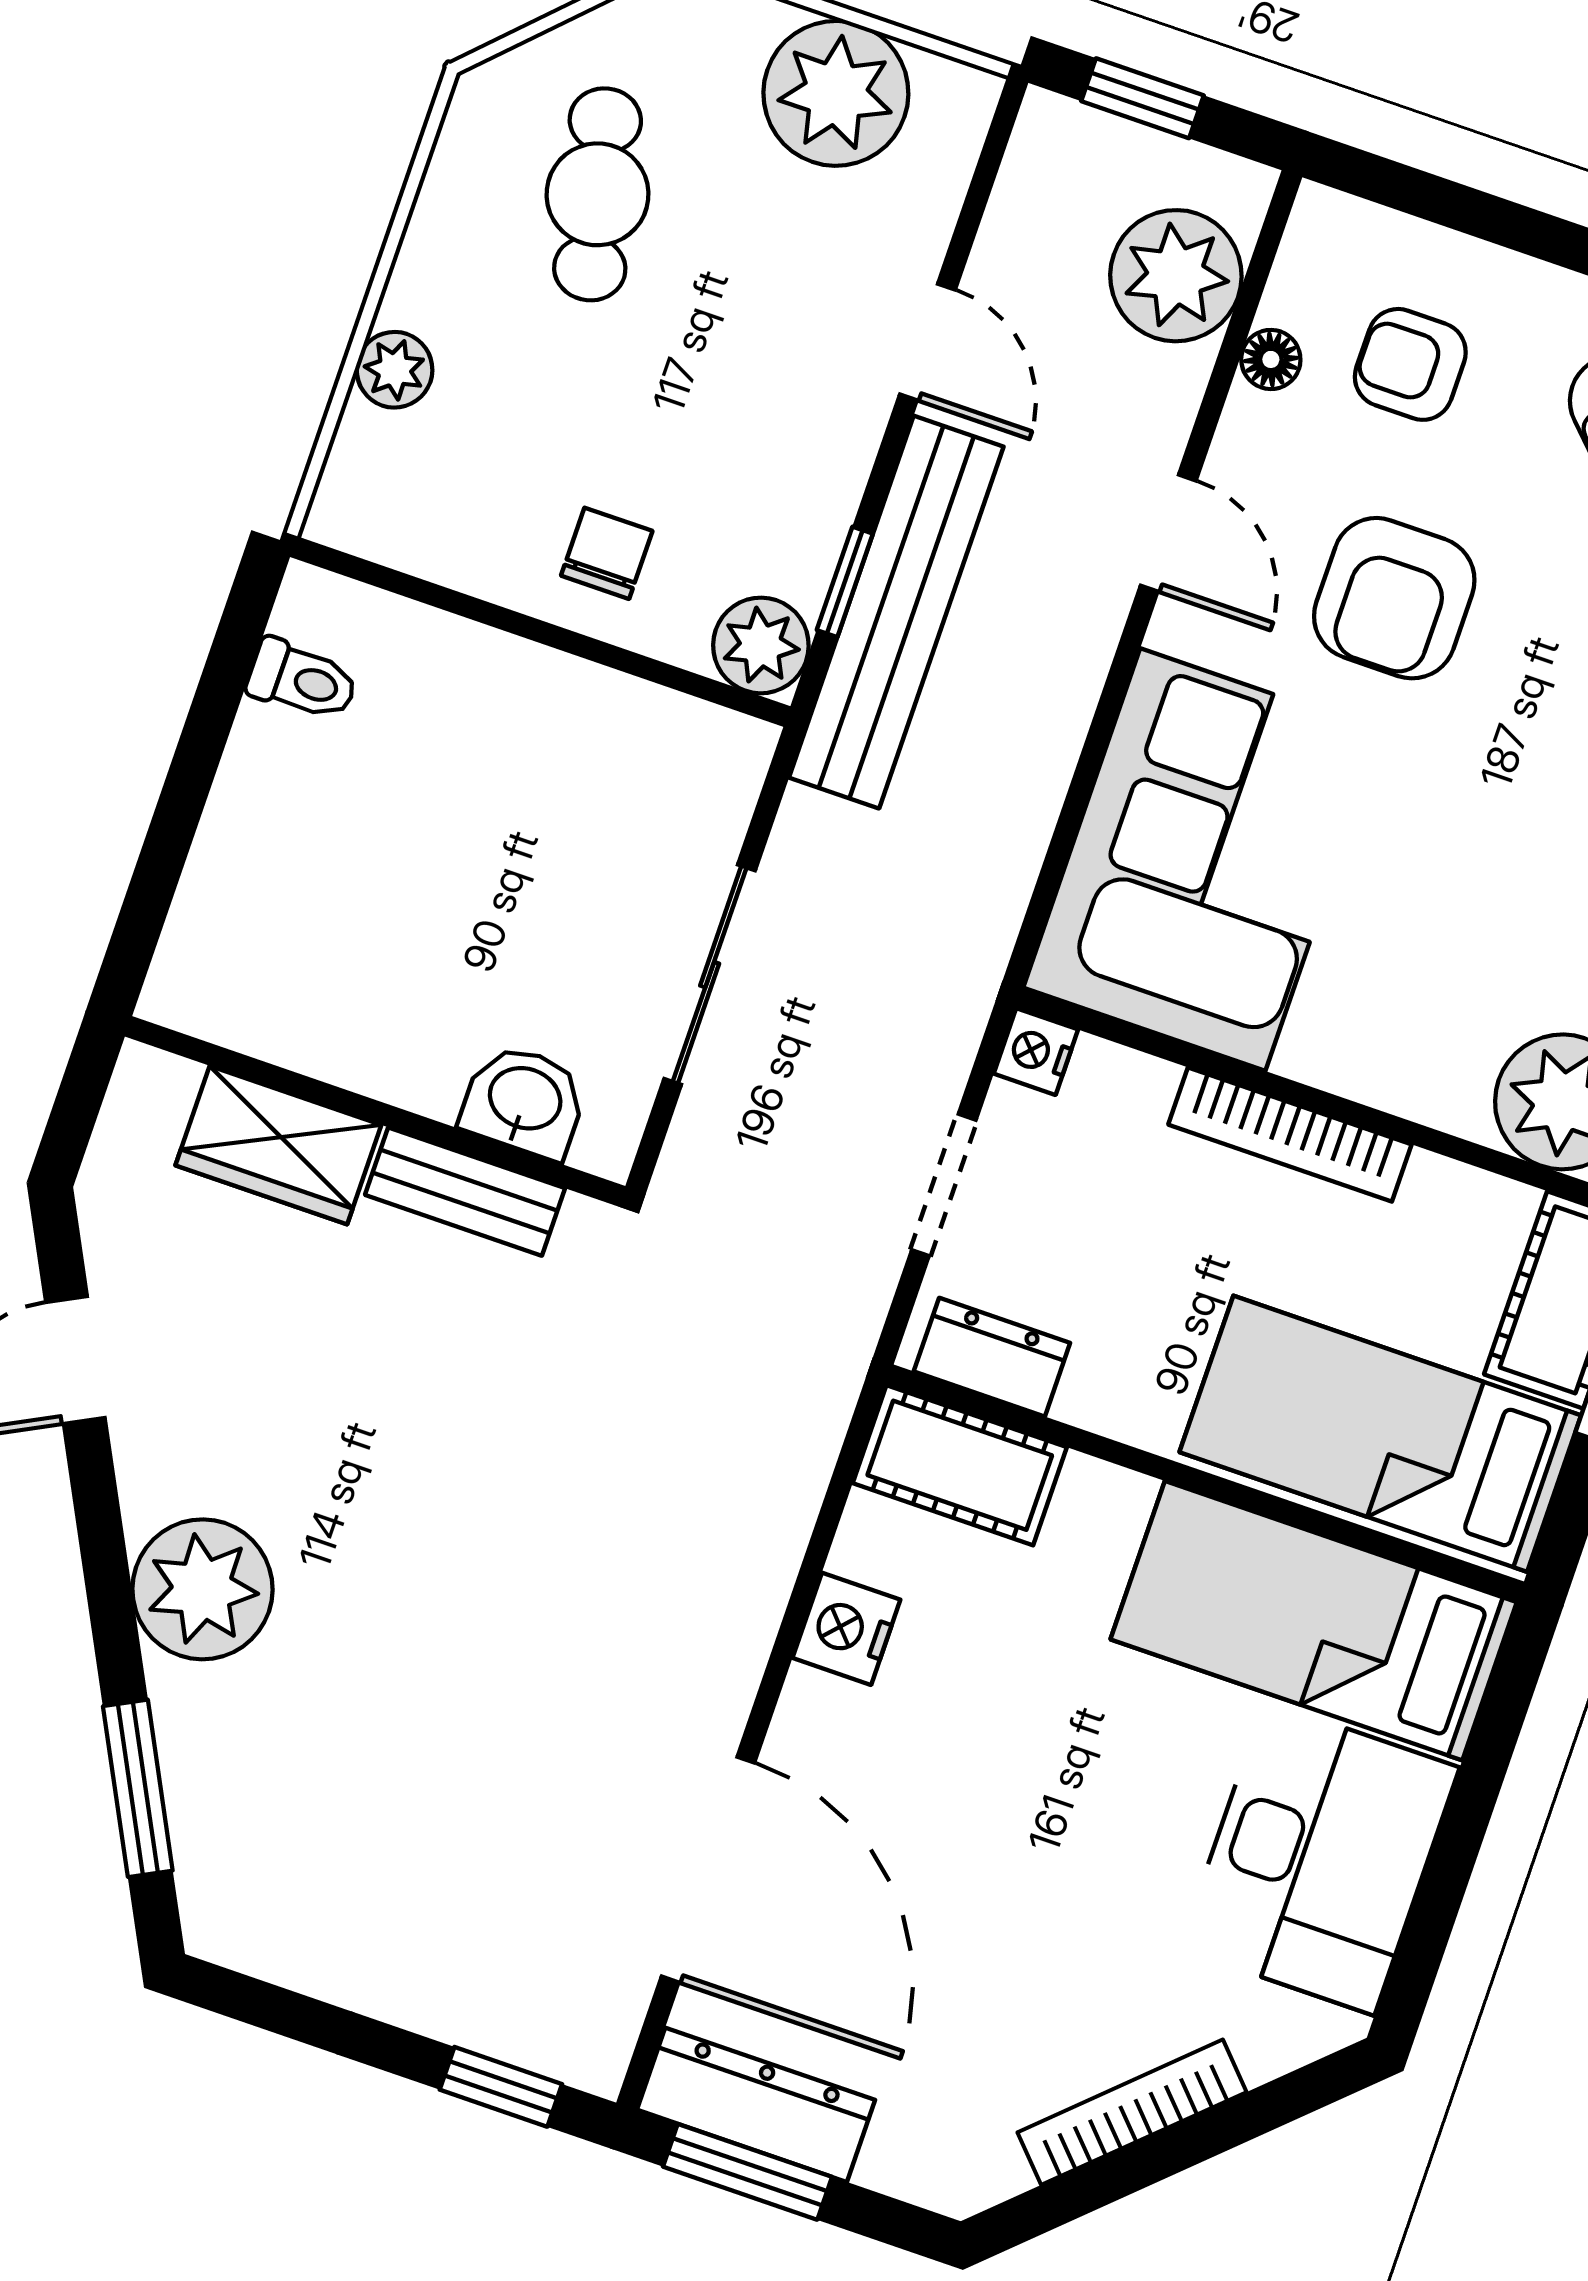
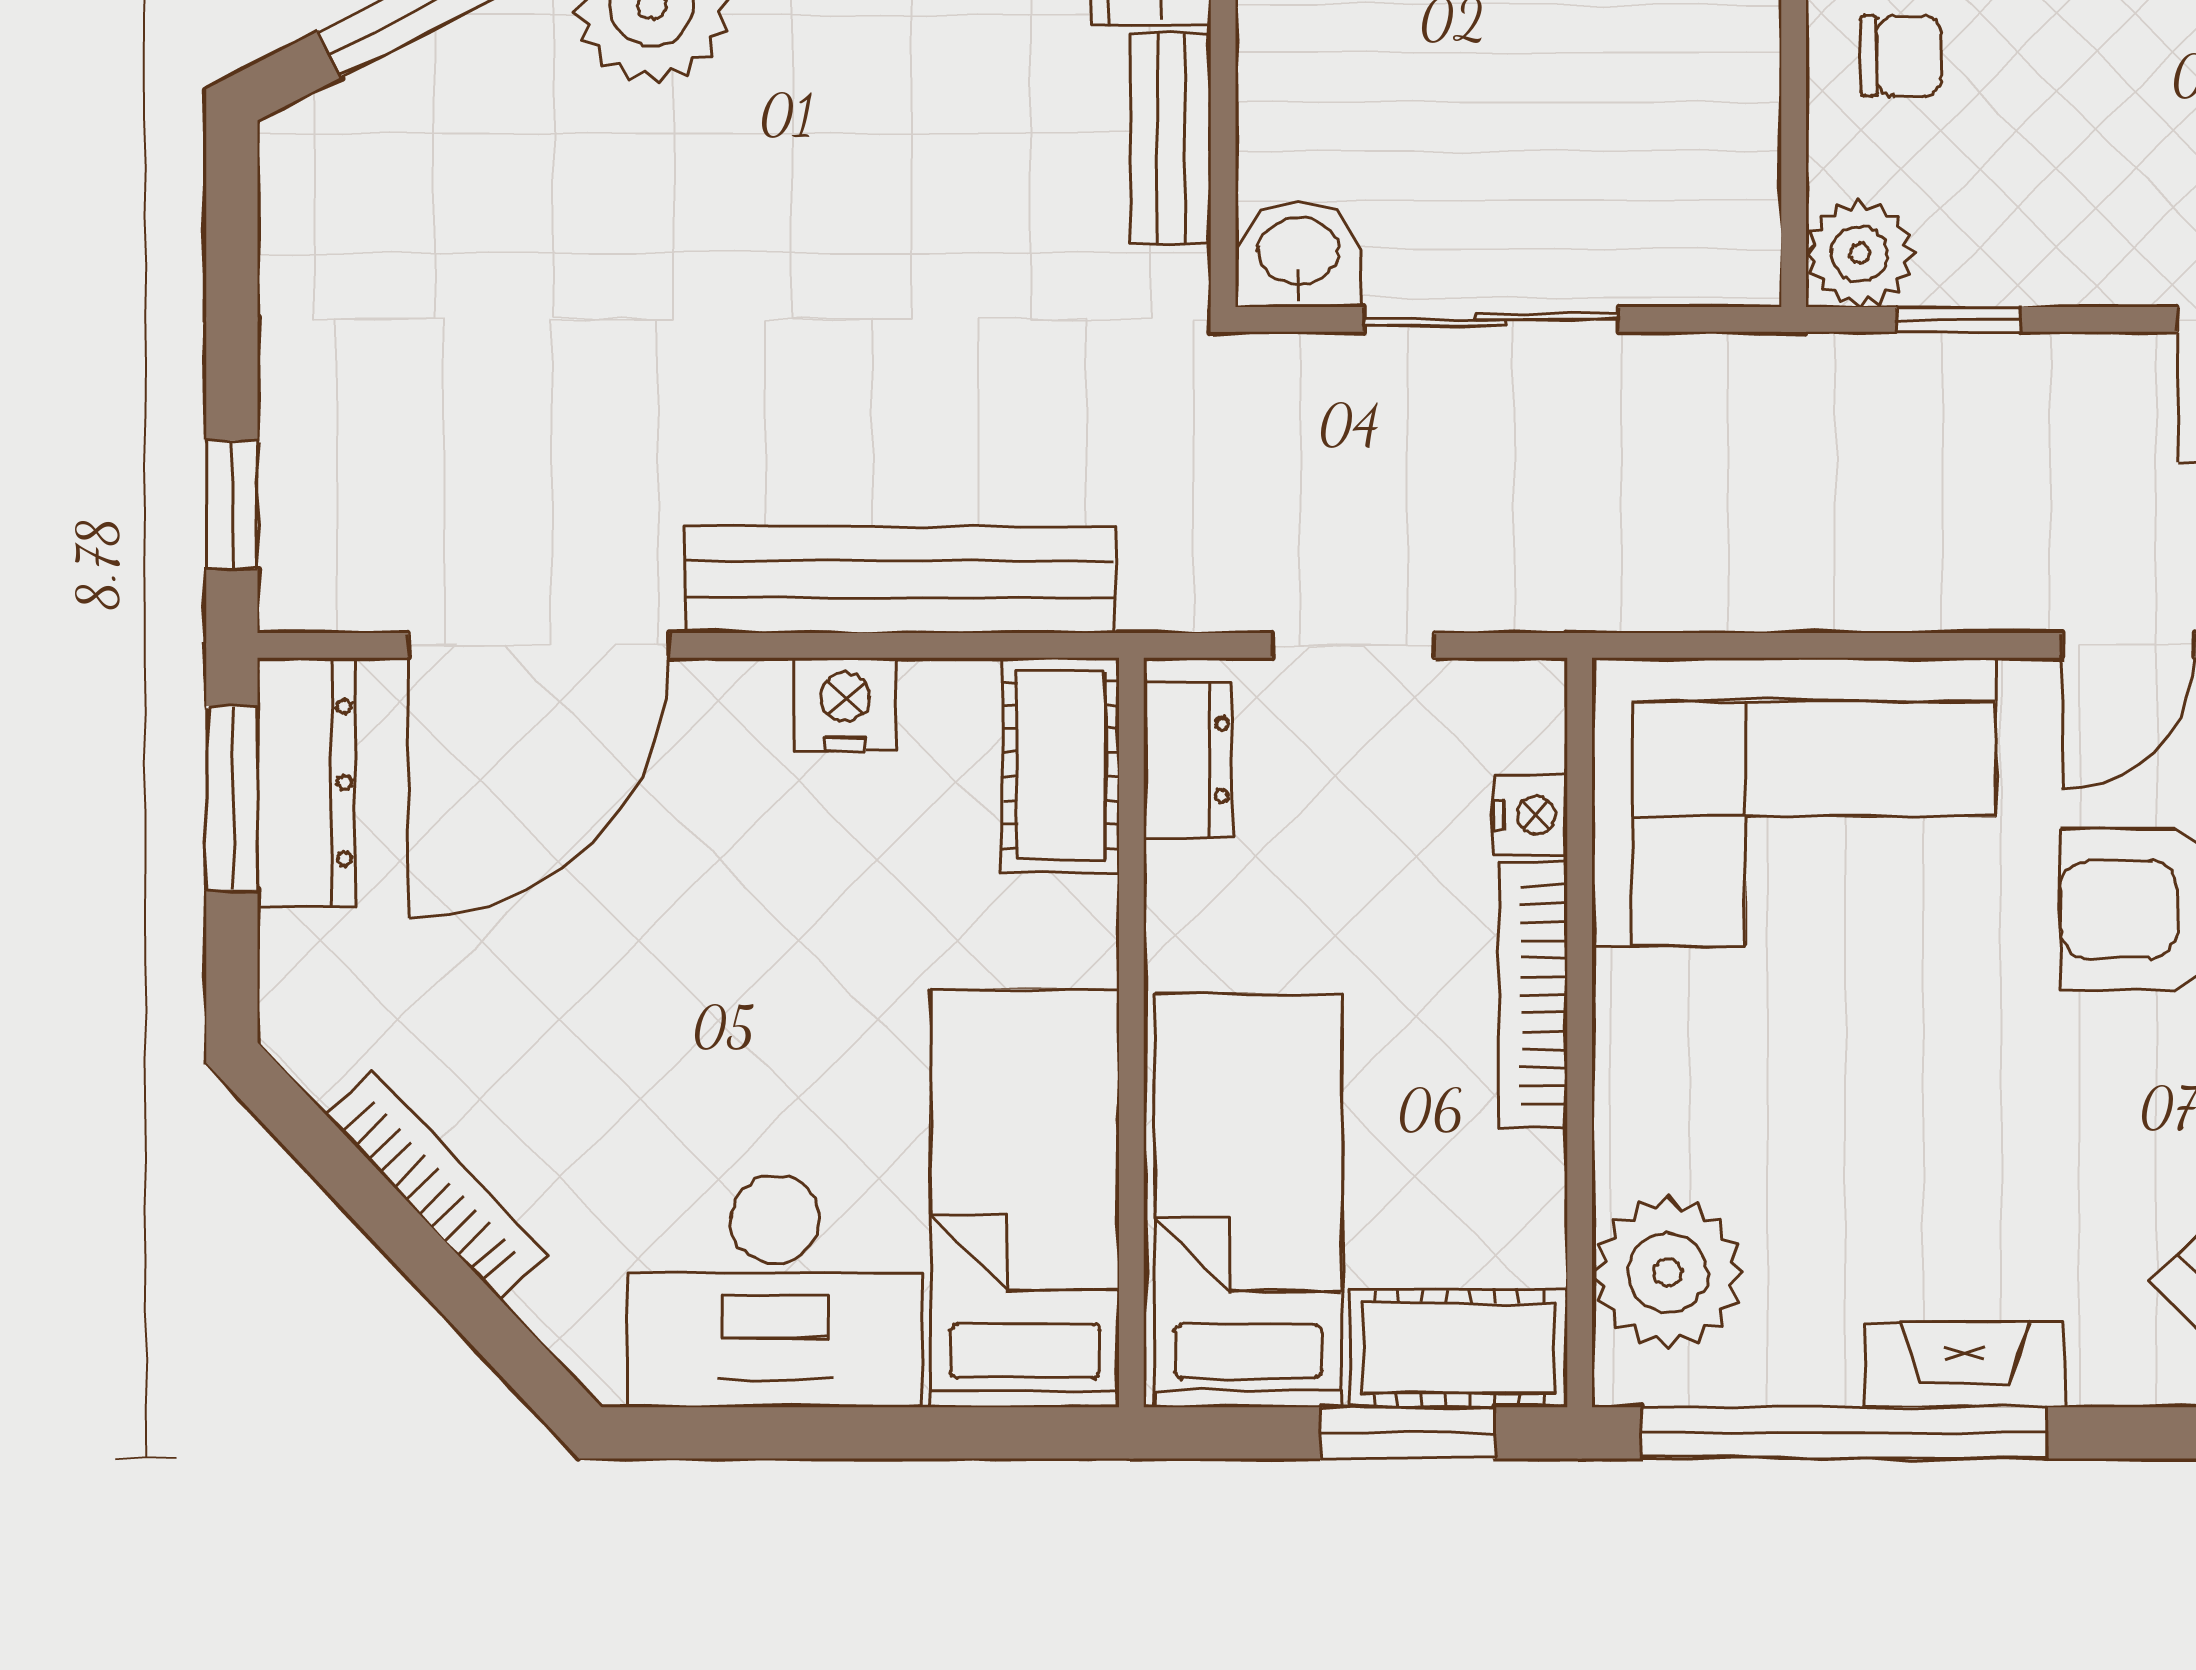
bench: (896, 612) -> (900, 580), moved
nightstand: (1036, 1052) -> (1531, 815), moved, turned 90
washbasin: (524, 1101) -> (1298, 254), moved, turned -90

